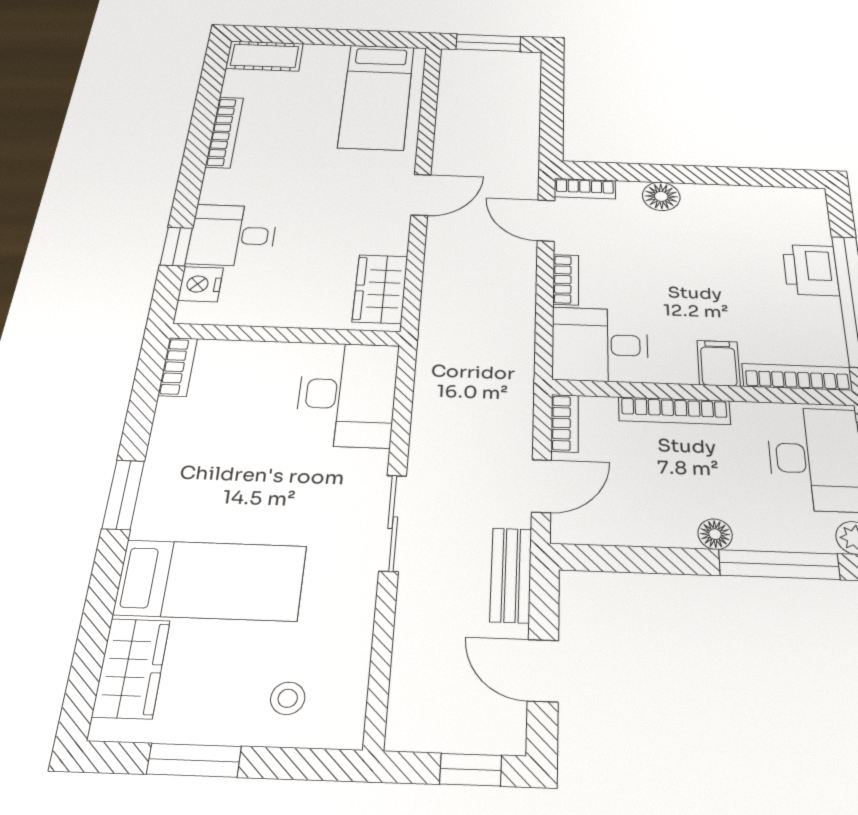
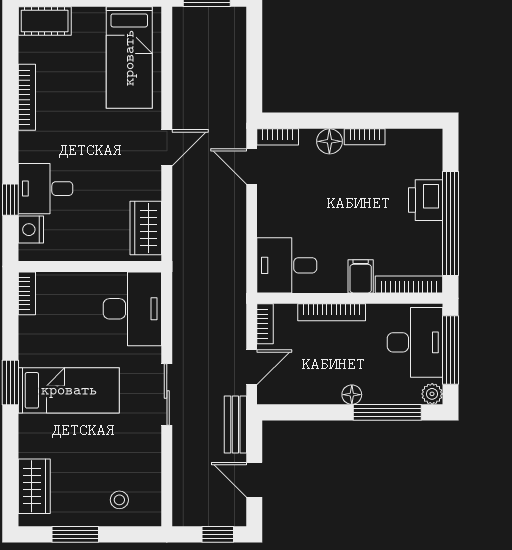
bookcase: (566, 280) -> (365, 137), moved, turned 90
bed: (211, 580) -> (69, 390), moved

